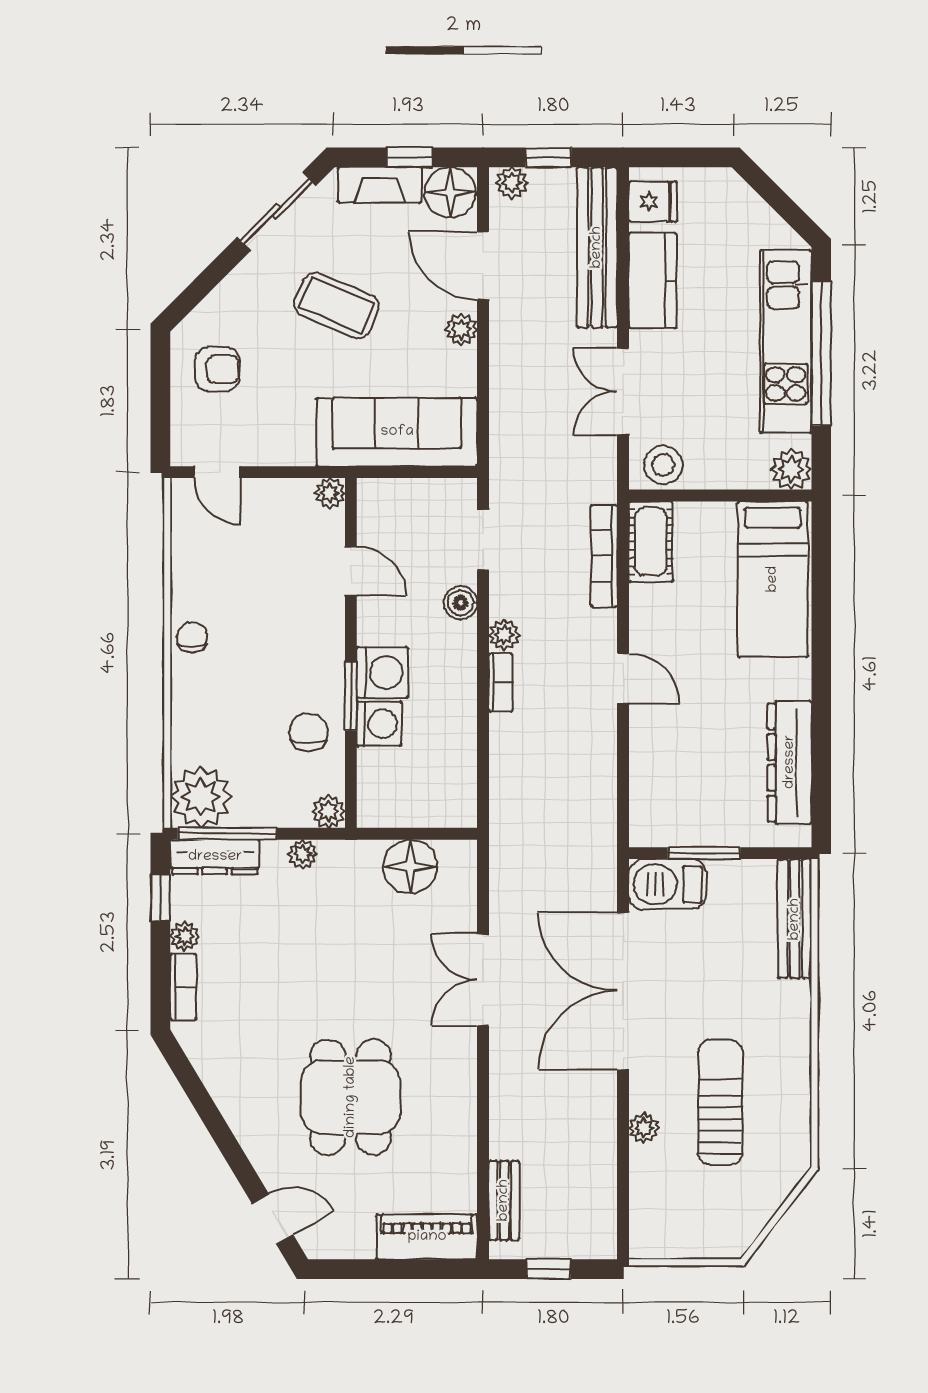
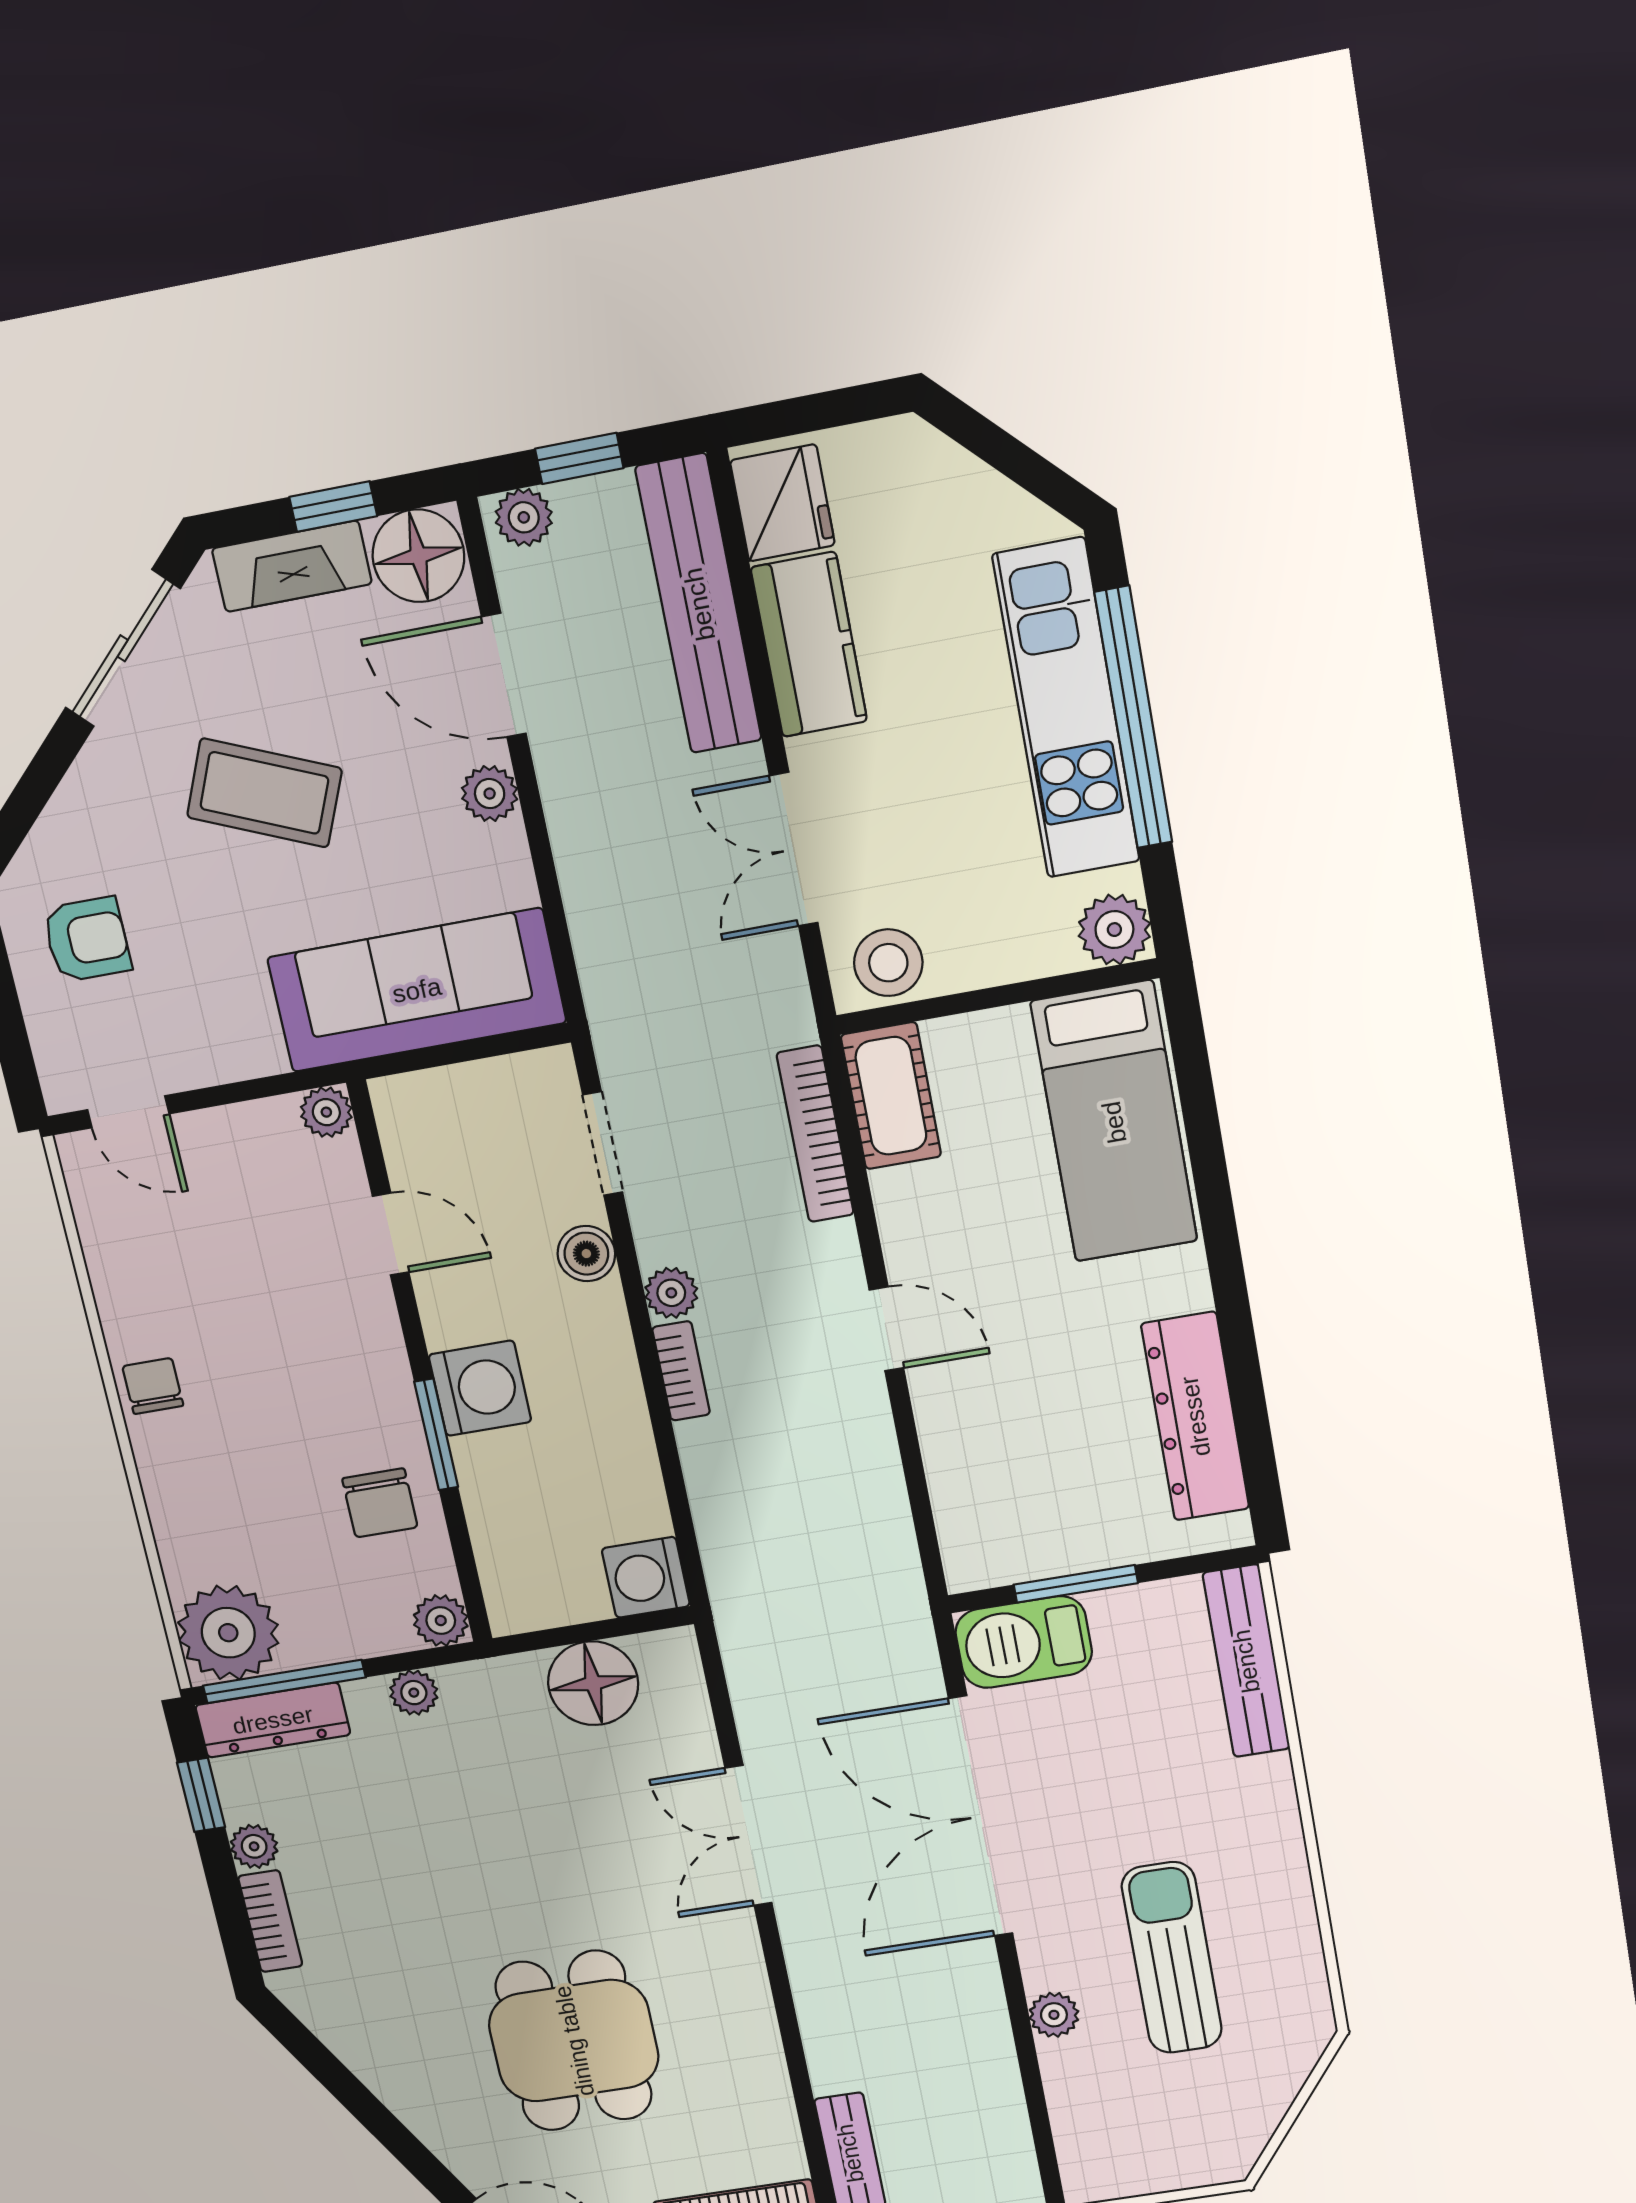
fridge: (653, 202) -> (782, 503), width x1.38
washing machine: (379, 724) -> (646, 1577), moved, turned 180
chair: (309, 732) -> (380, 1503), turned 180

